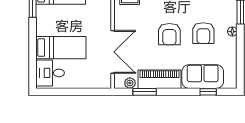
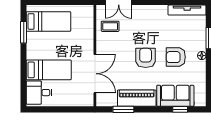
armchair: (203, 33) -> (176, 57), turned 90
armchair: (169, 34) -> (146, 58), turned 180
plant: (130, 83) -> (110, 102), removed

